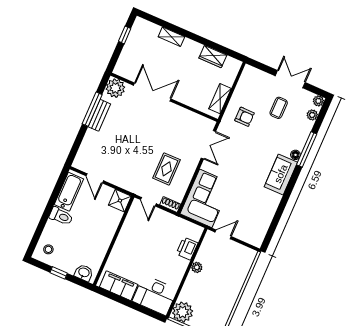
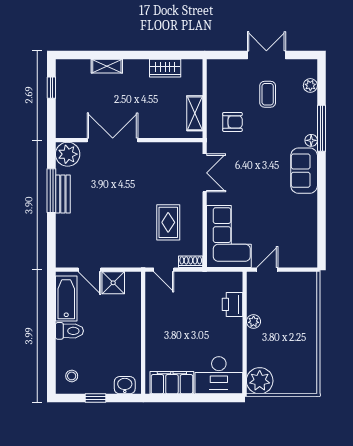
plant: (318, 101) -> (310, 66), removed
shower: (120, 201) -> (113, 283), moved

